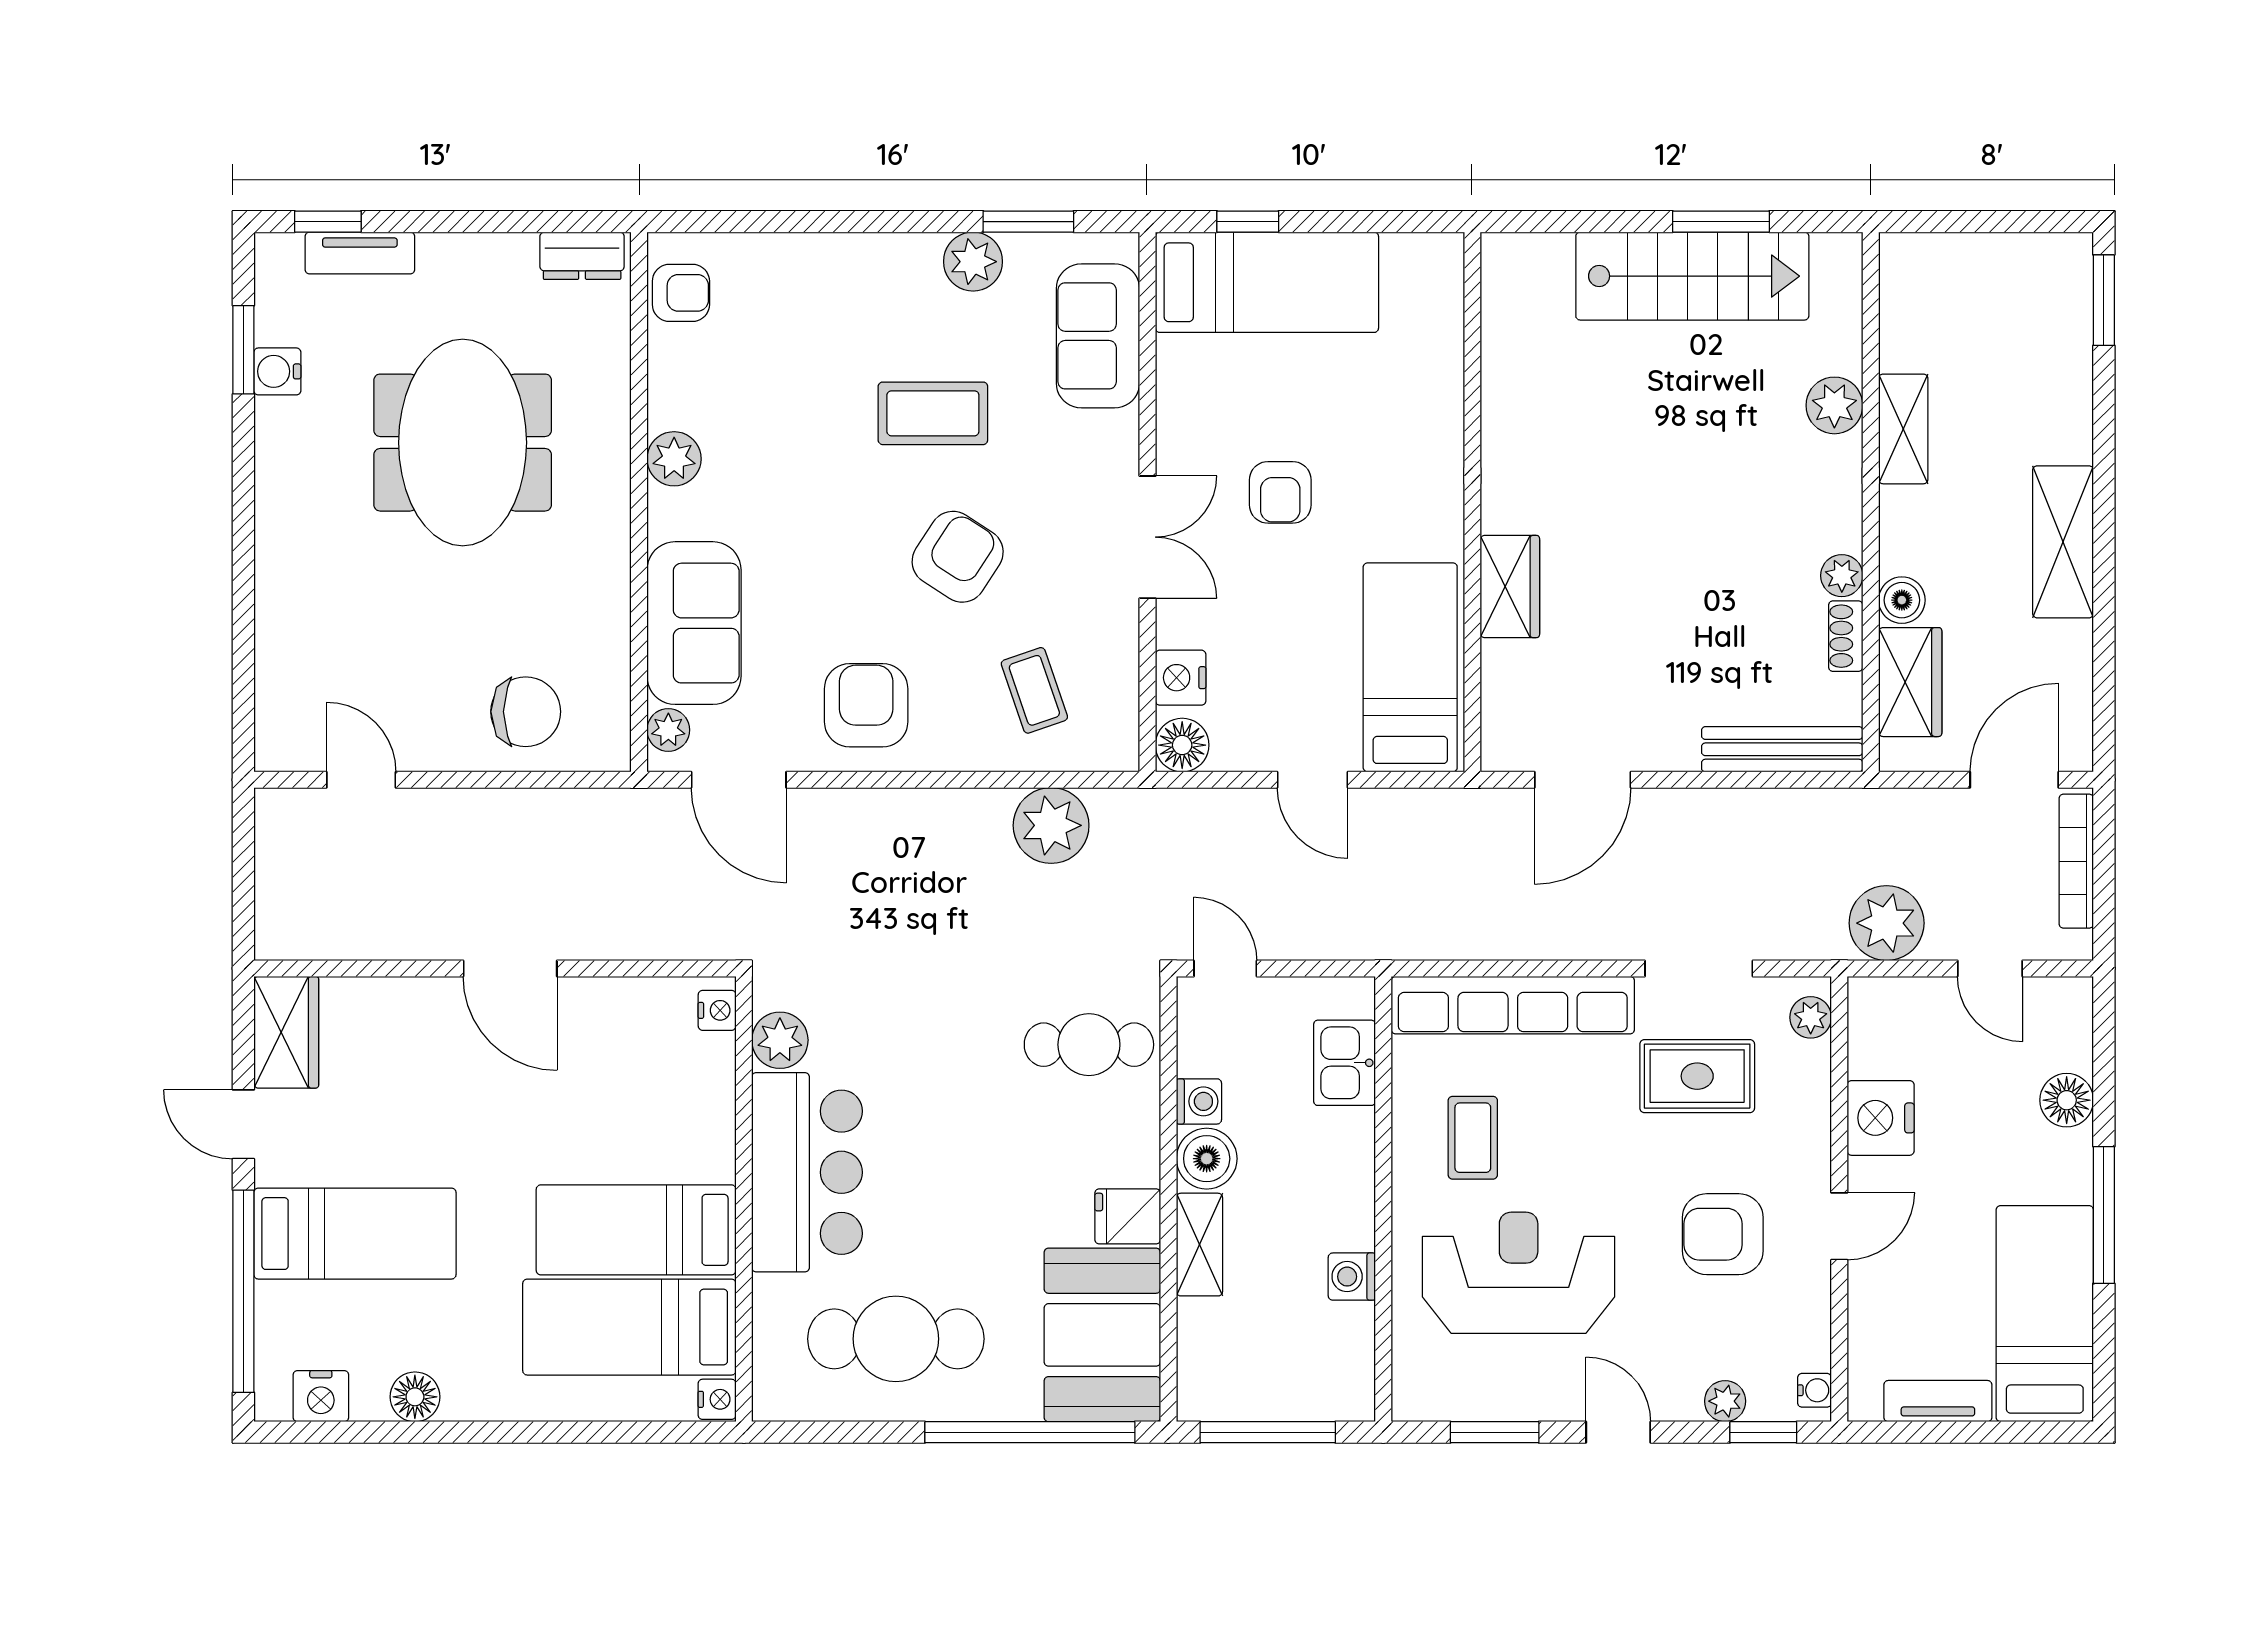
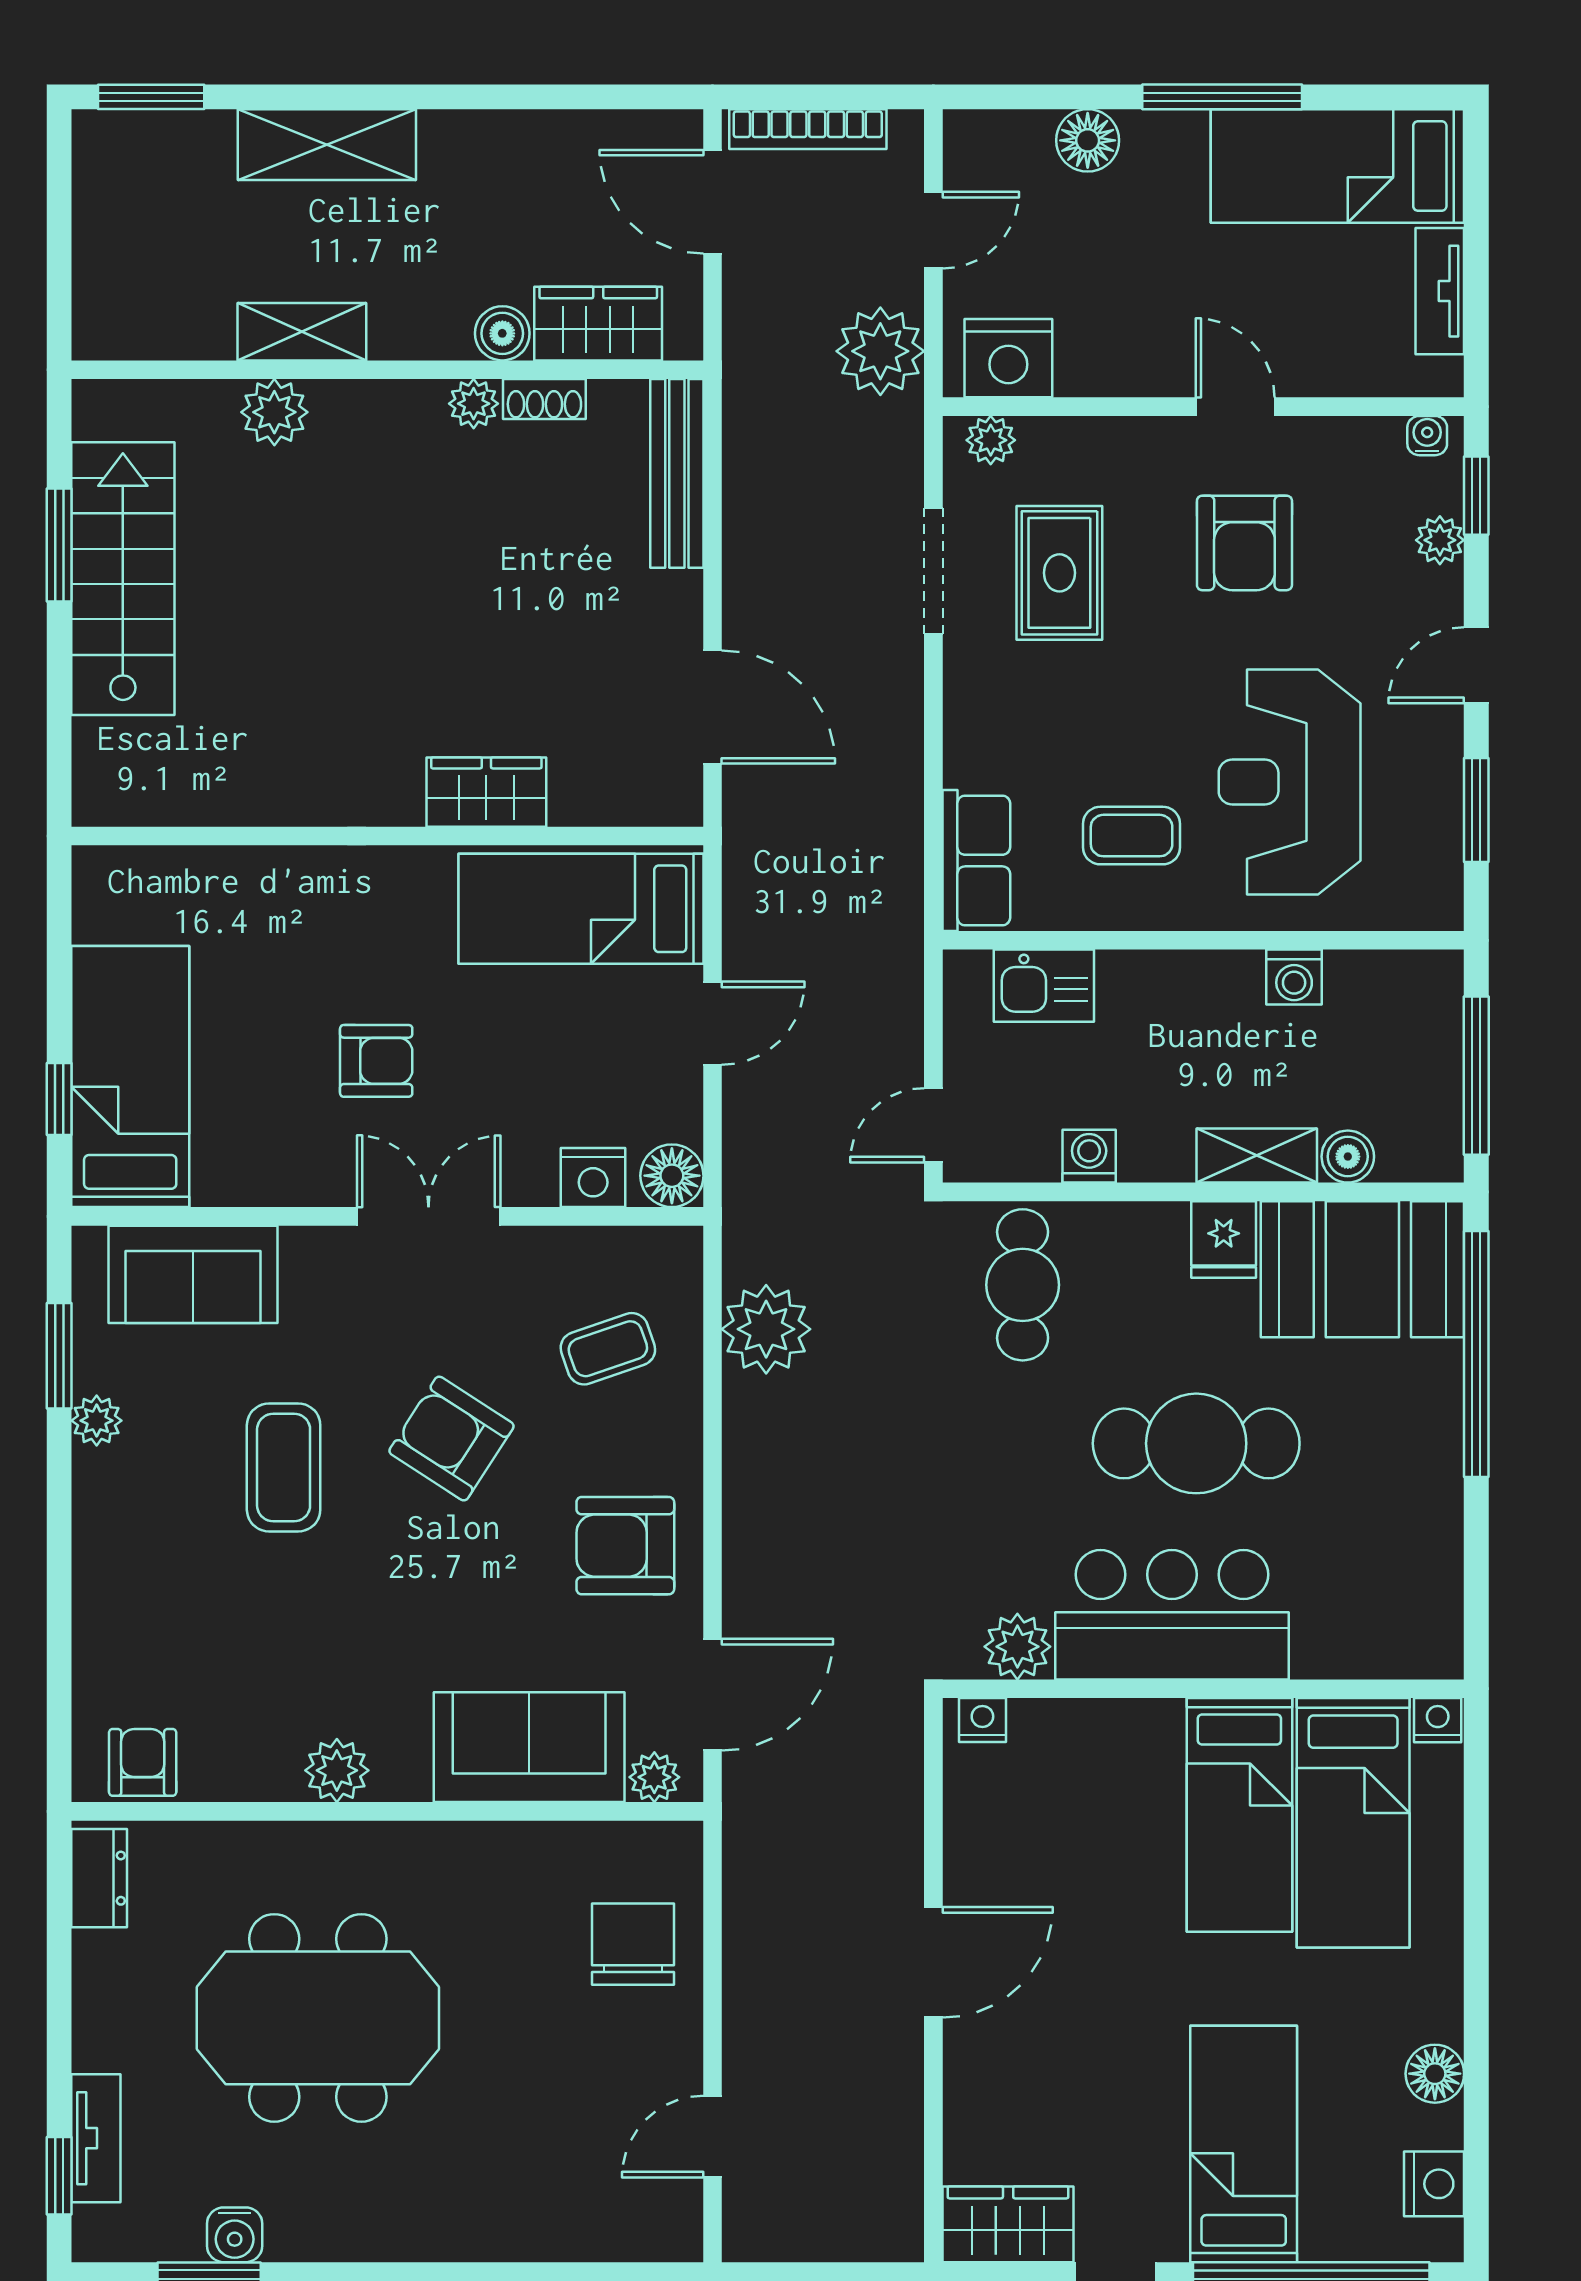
plant: (973, 262) -> (97, 1421), width x0.73, depth x0.73
shelving: (2063, 542) -> (327, 145), moved
row of seats: (1513, 1005) -> (976, 861), width x0.50
nightstand: (1881, 1118) -> (1008, 358), moved
boiler: (1207, 1159) -> (1348, 1157), moved, width x0.73, depth x0.73
cafe table: (896, 1339) -> (1196, 1443), moved, turned 90

